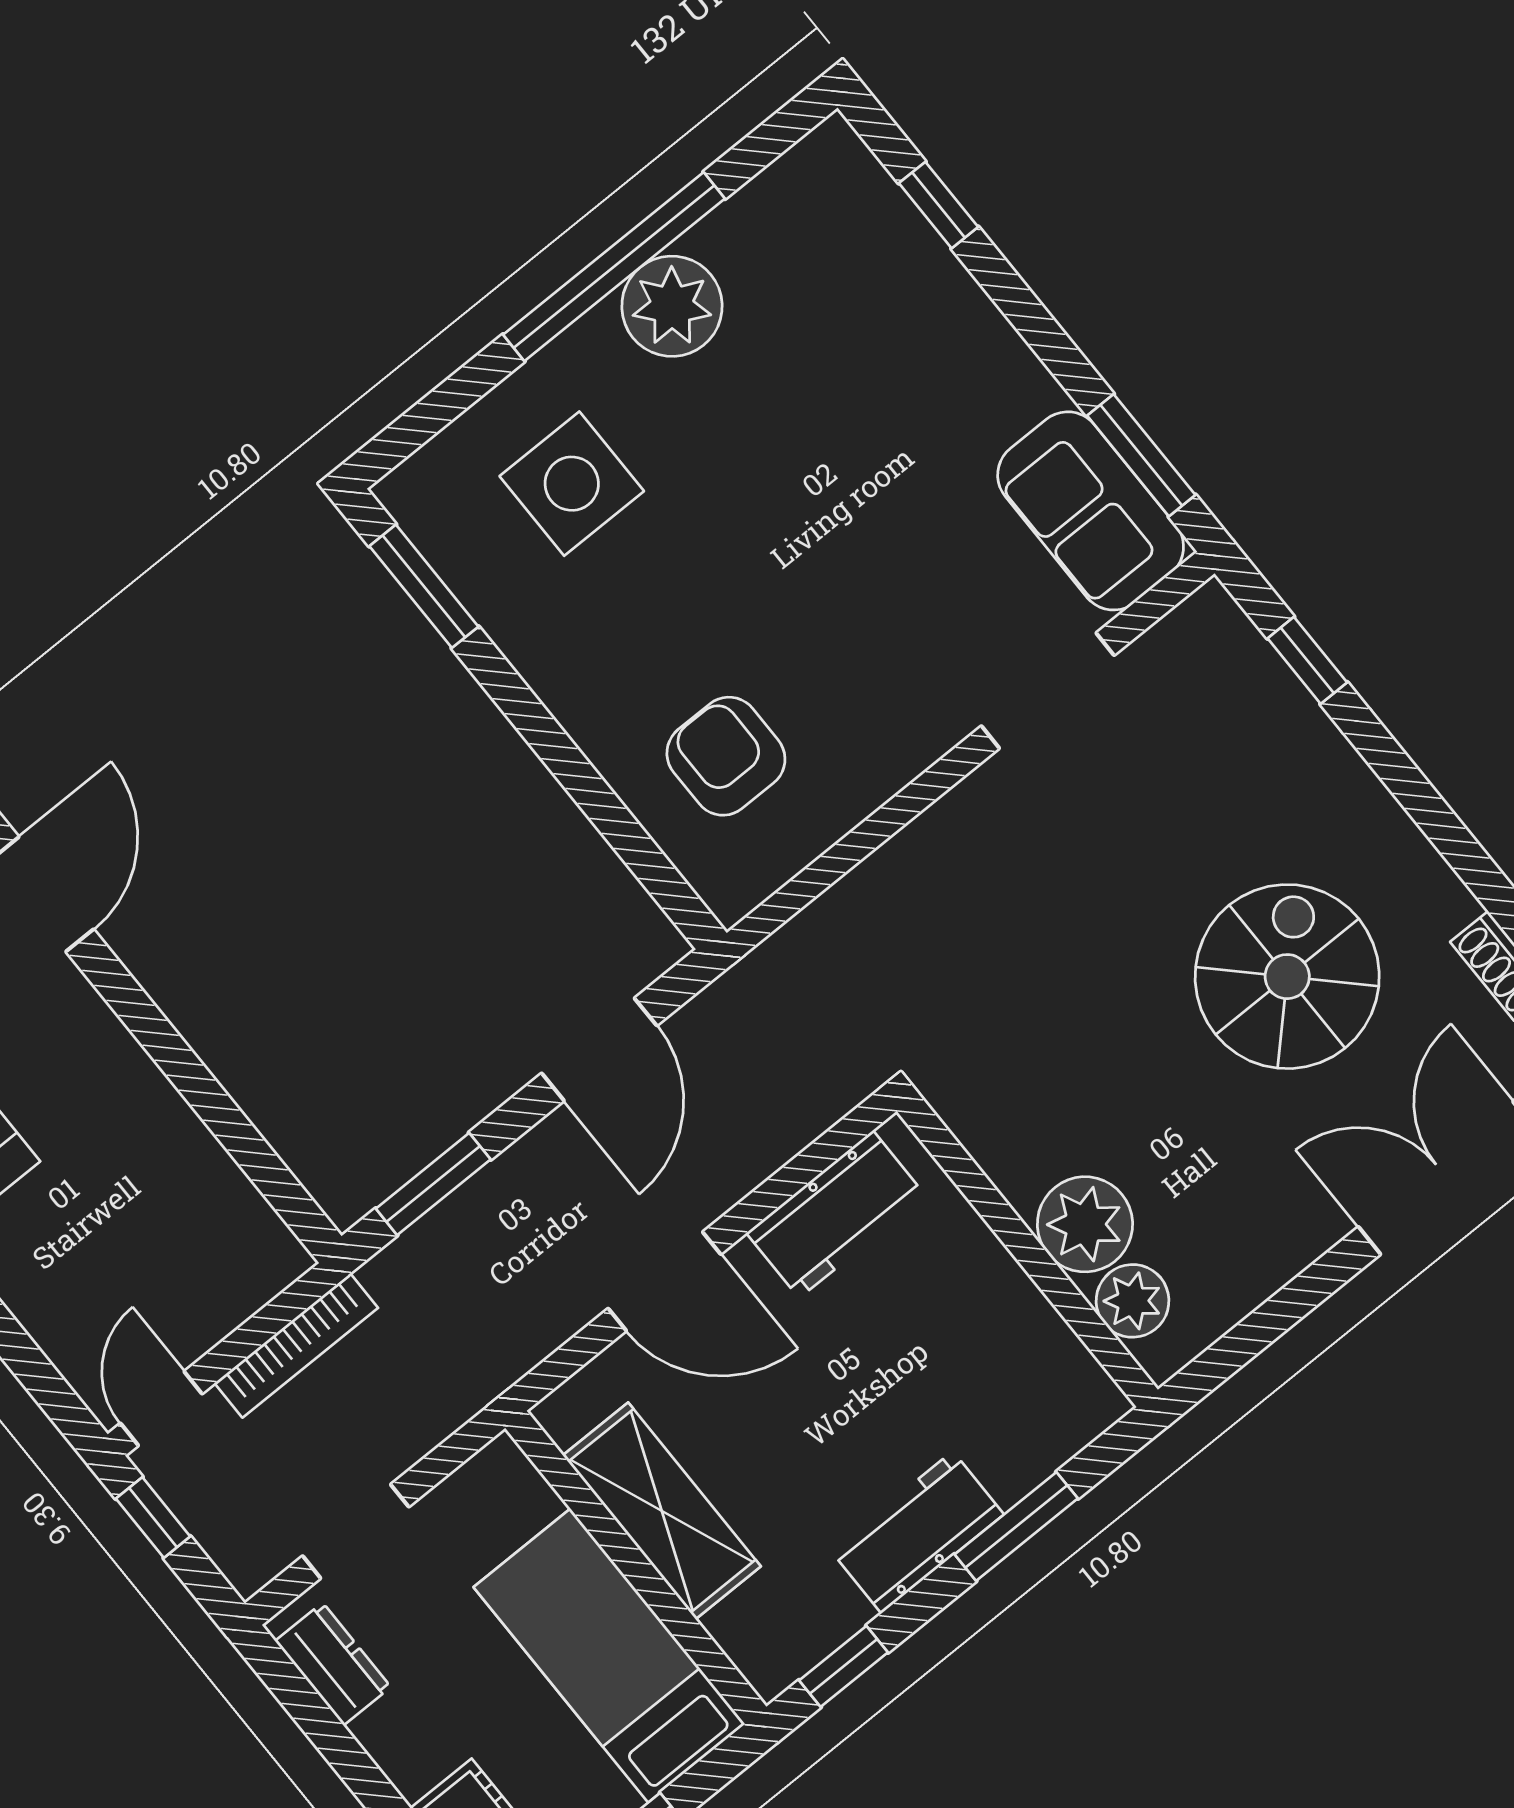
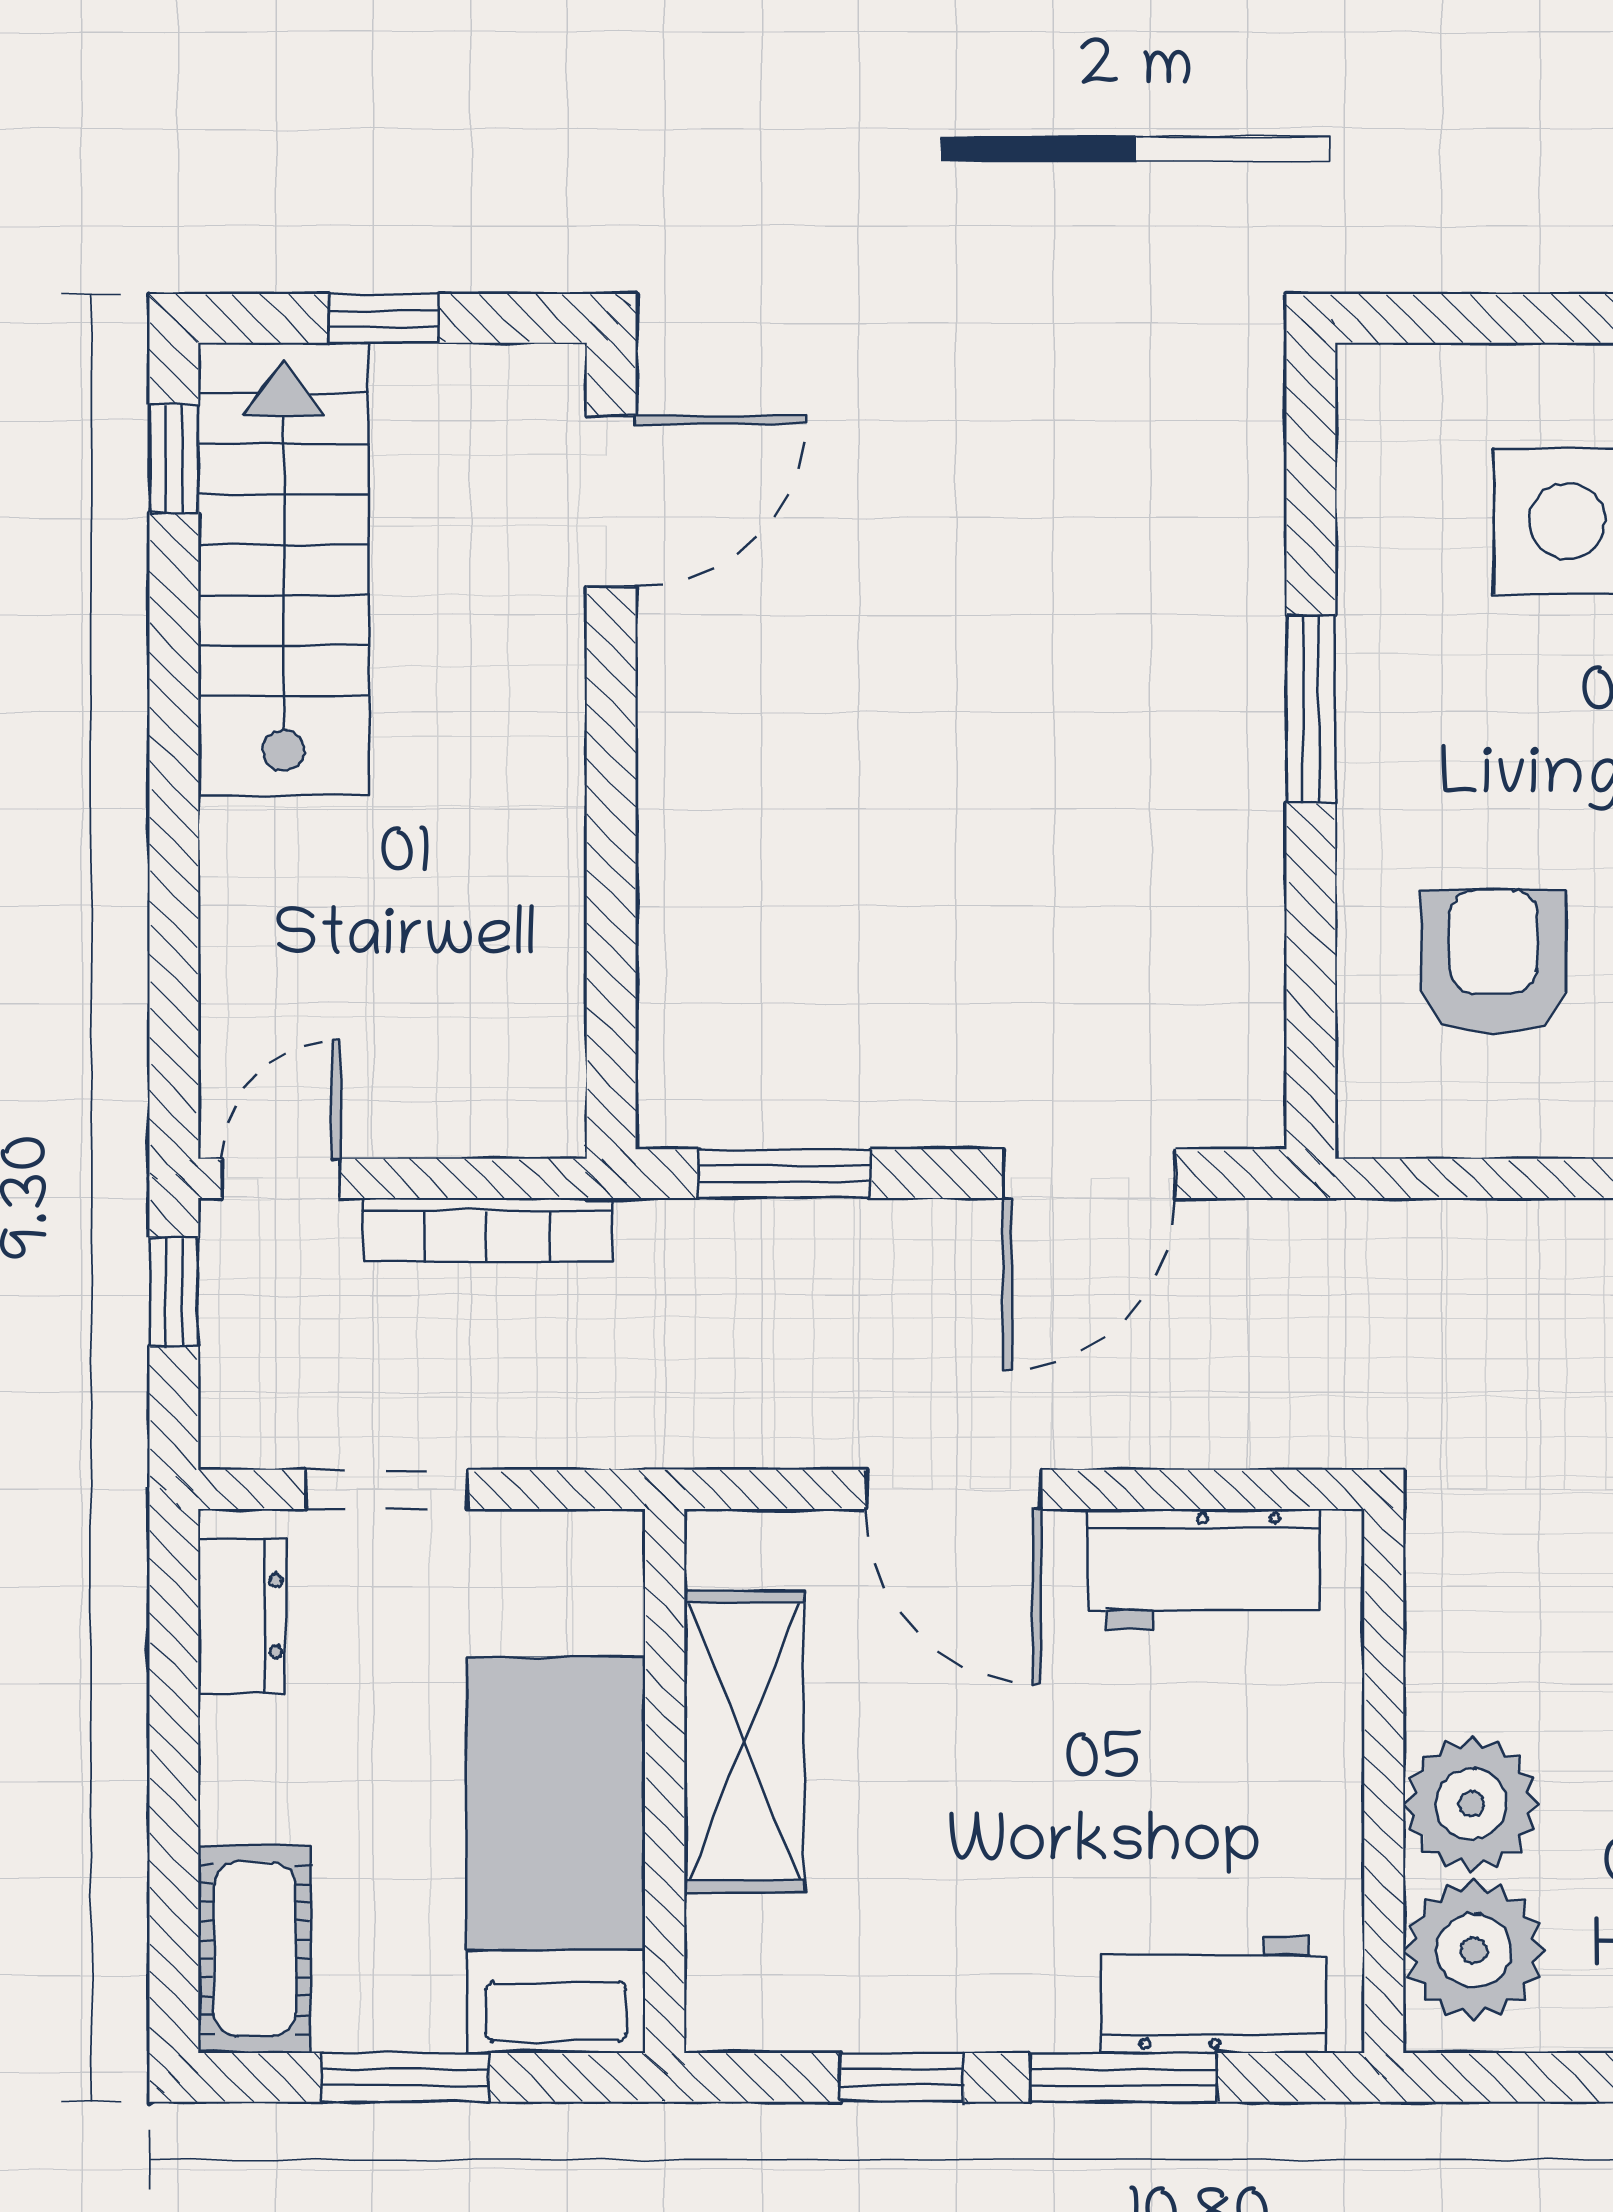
window: (424, 586) -> (1311, 709), moved
plant: (1133, 1301) -> (1474, 1950), width x1.36, depth x1.36
workbench: (917, 1532) -> (1214, 1995), moved
window: (844, 1666) -> (902, 2077), moved

